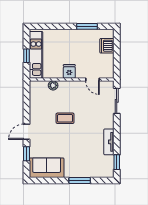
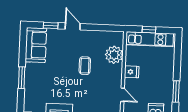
door: (92, 79) -> (122, 95), swing flipped
plant: (53, 85) -> (114, 55), width x1.87, depth x1.87

